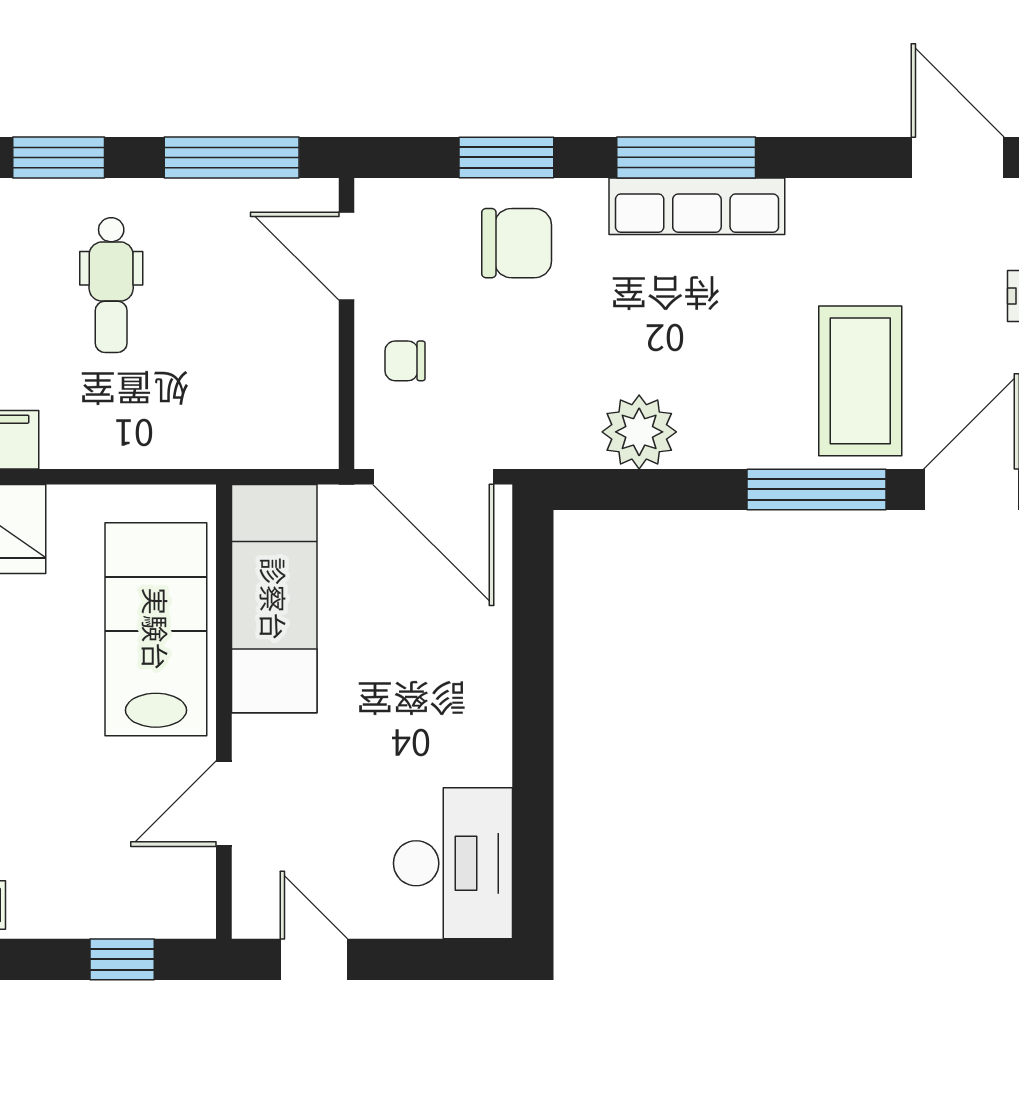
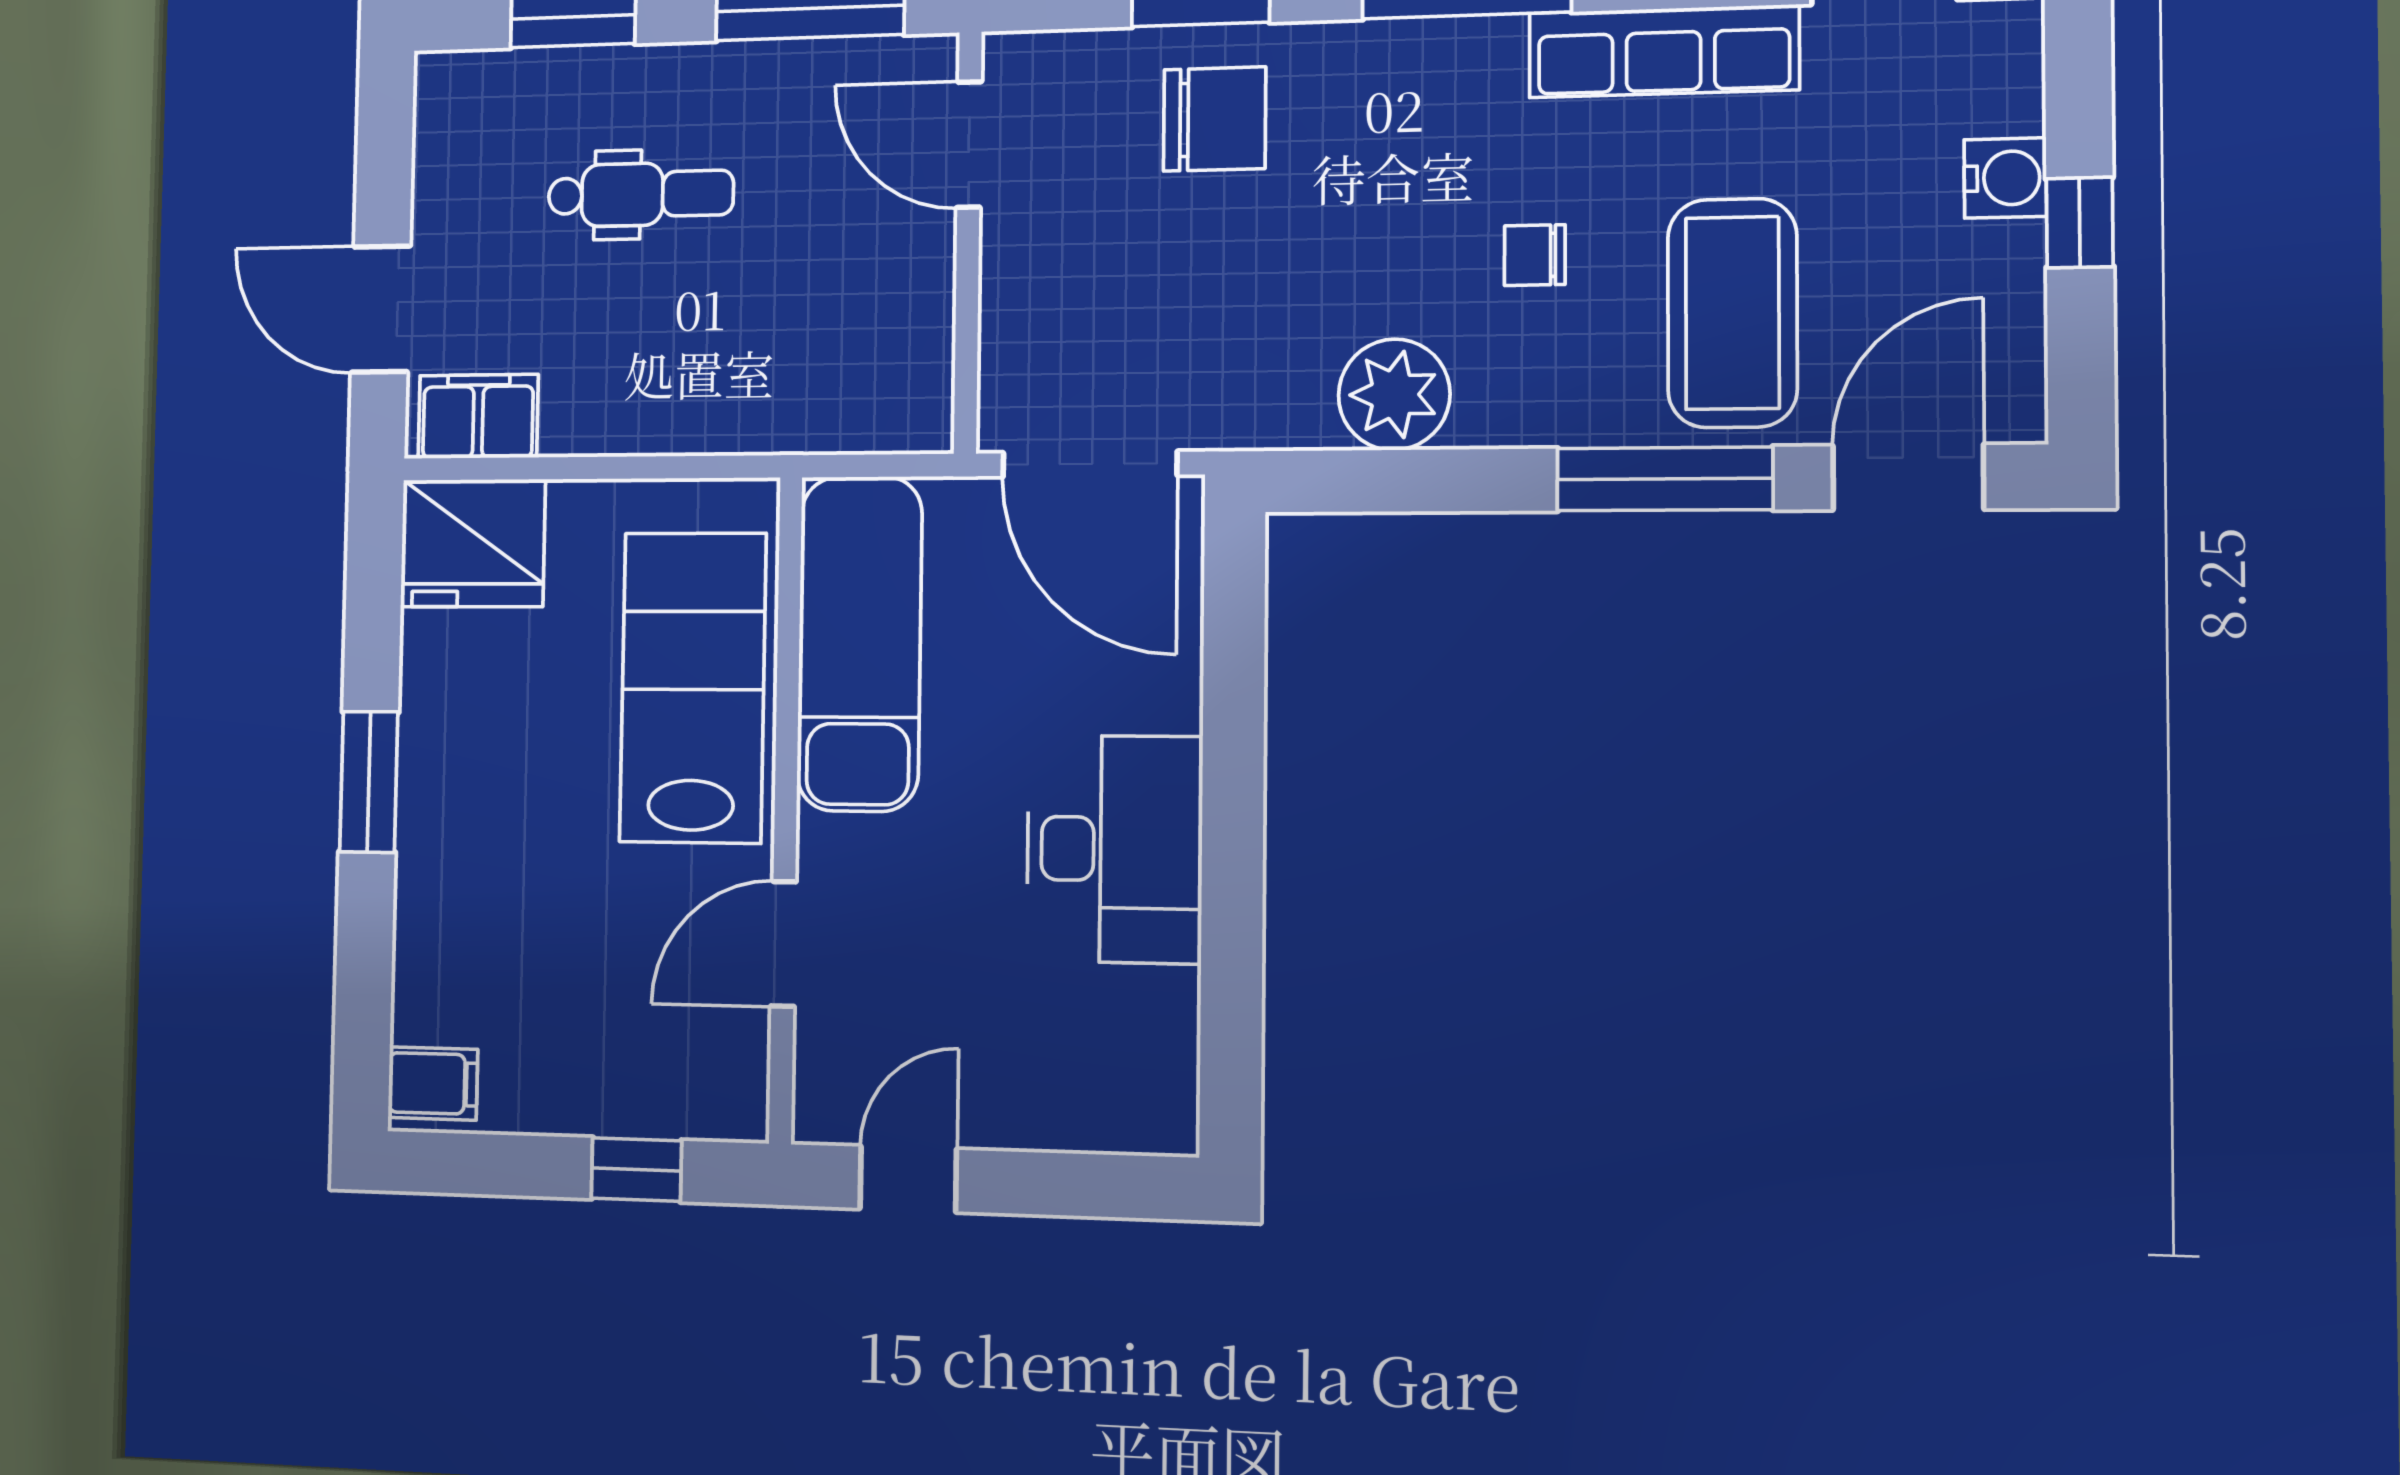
row of seats: (697, 206) -> (1664, 51), moved
dental chair: (111, 285) -> (641, 194), turned -90
chair: (405, 361) -> (1535, 255), moved
desk: (453, 863) -> (1114, 849), moved
door: (314, 959) -> (908, 1179), hinge flipped

